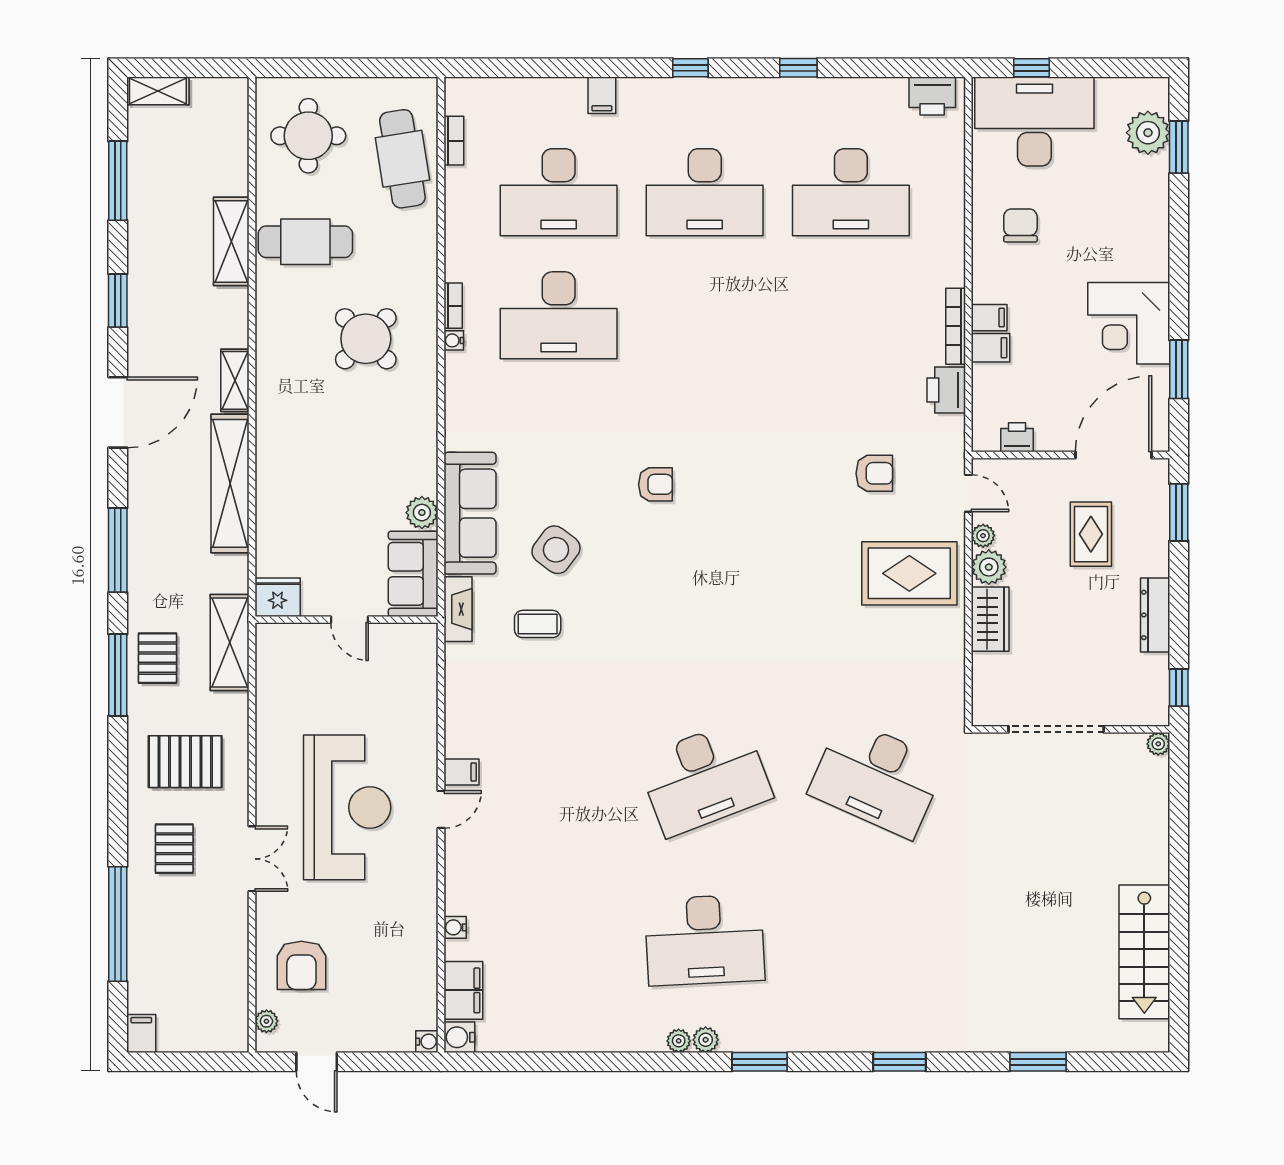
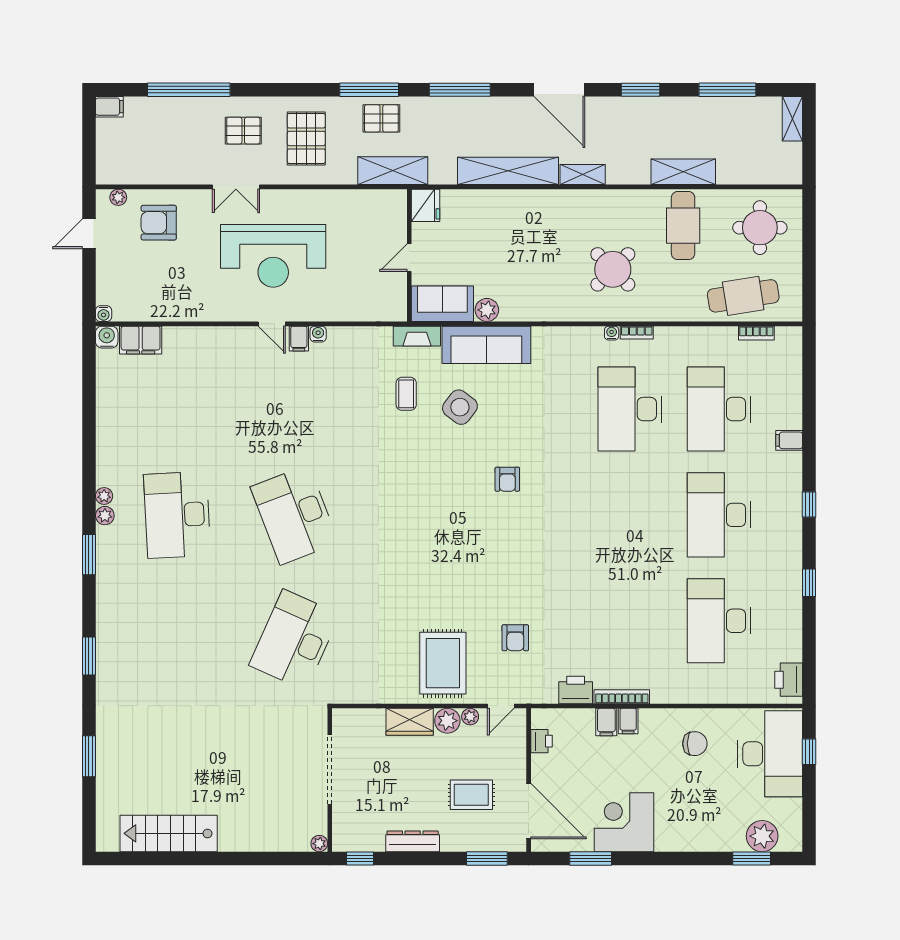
water cooler: (455, 927) -> (318, 334), moved

